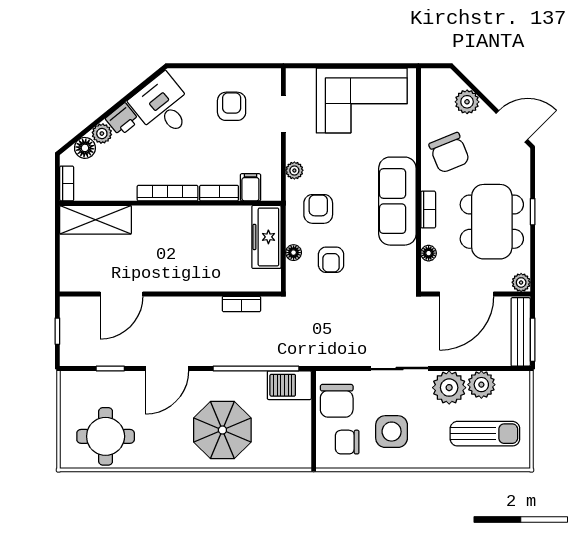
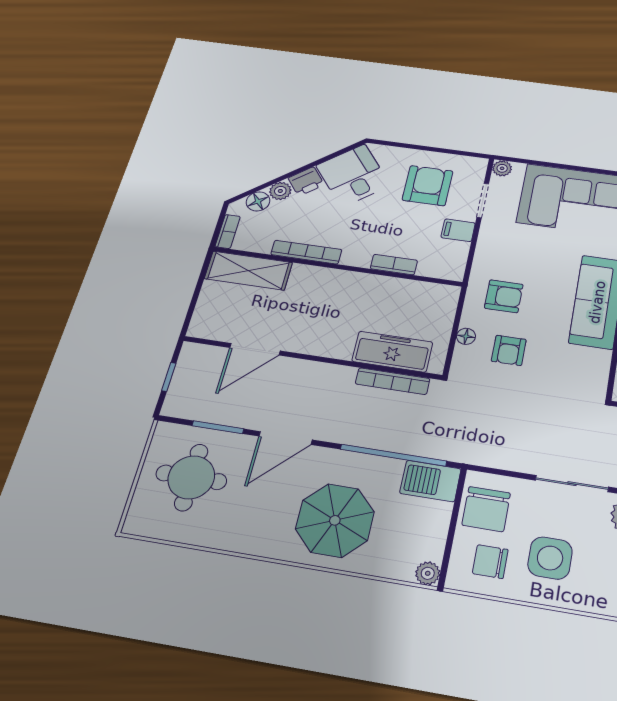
armchair: (232, 106) -> (428, 186), width x1.38, depth x1.38
plant: (294, 170) -> (502, 168), moved
filing cabinet: (250, 187) -> (458, 230), moved, turned -90
bookcase: (167, 193) -> (306, 252), moved
armchair: (318, 209) -> (504, 296), turned 90
freezer: (266, 237) -> (392, 352), moved, turned 90
bookcase: (241, 304) -> (392, 381), width x1.56
window: (110, 369) -> (218, 427), width x1.50
round table: (106, 436) -> (191, 477), moved
plant: (302, 459) -> (428, 573), added

